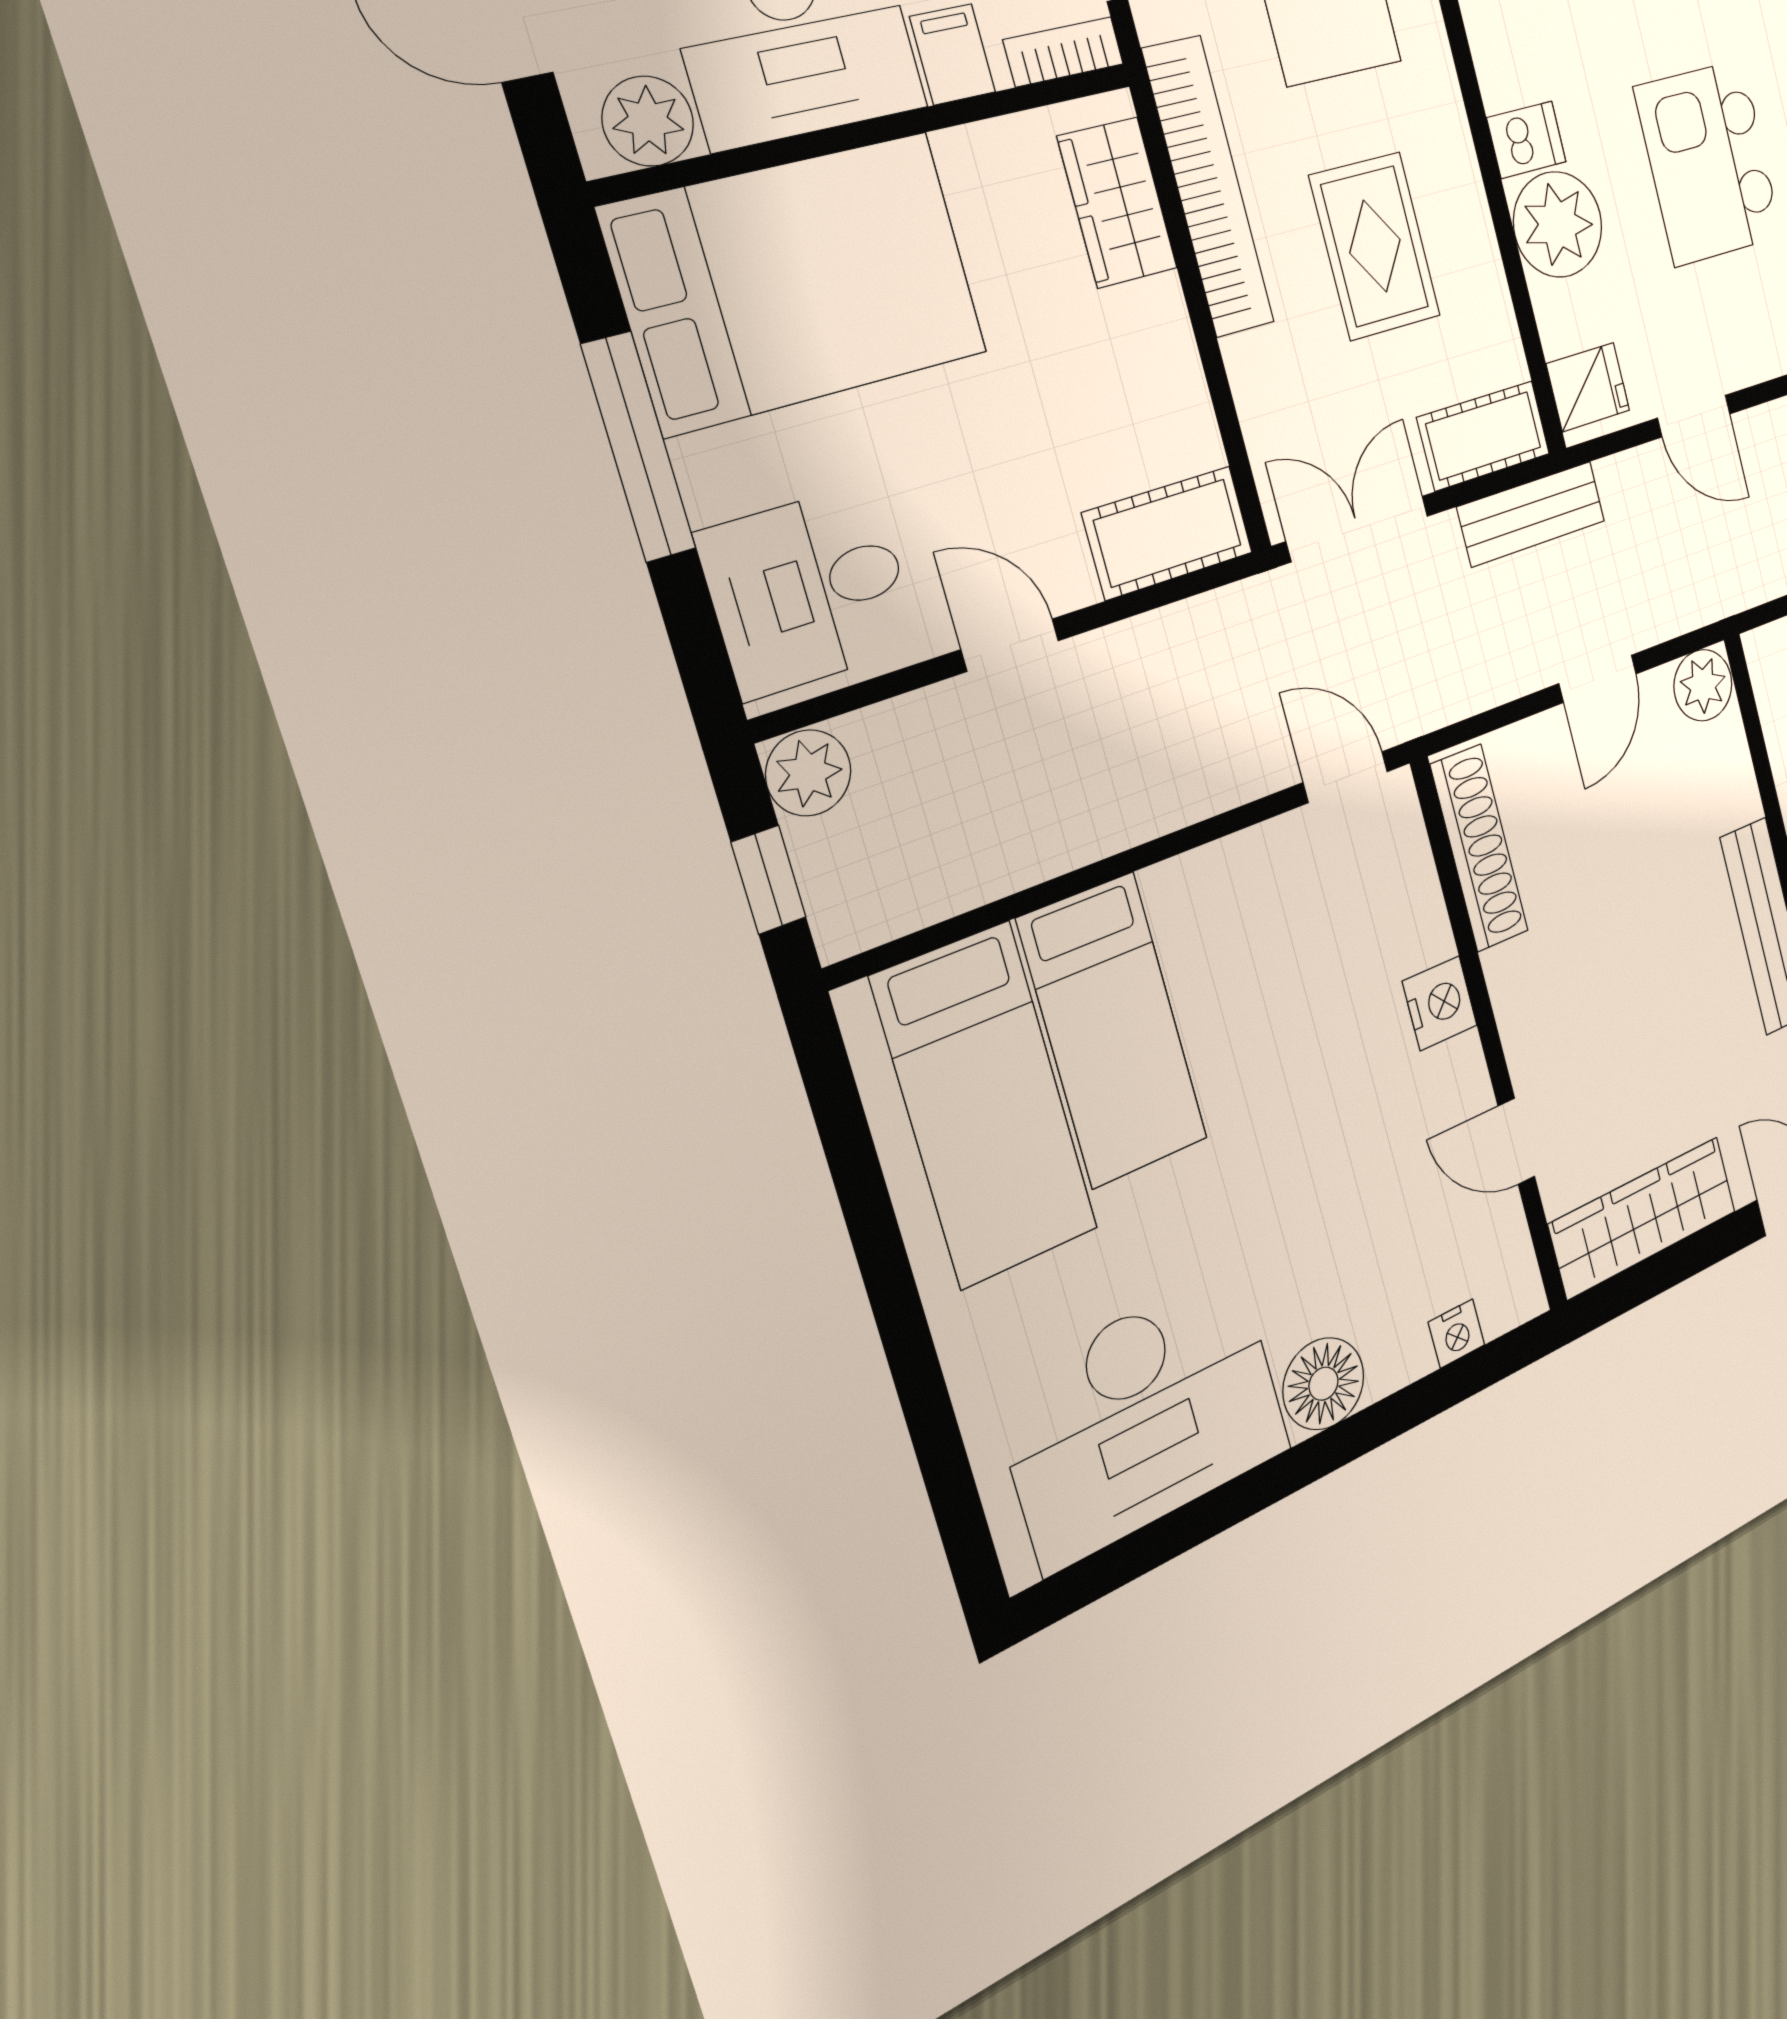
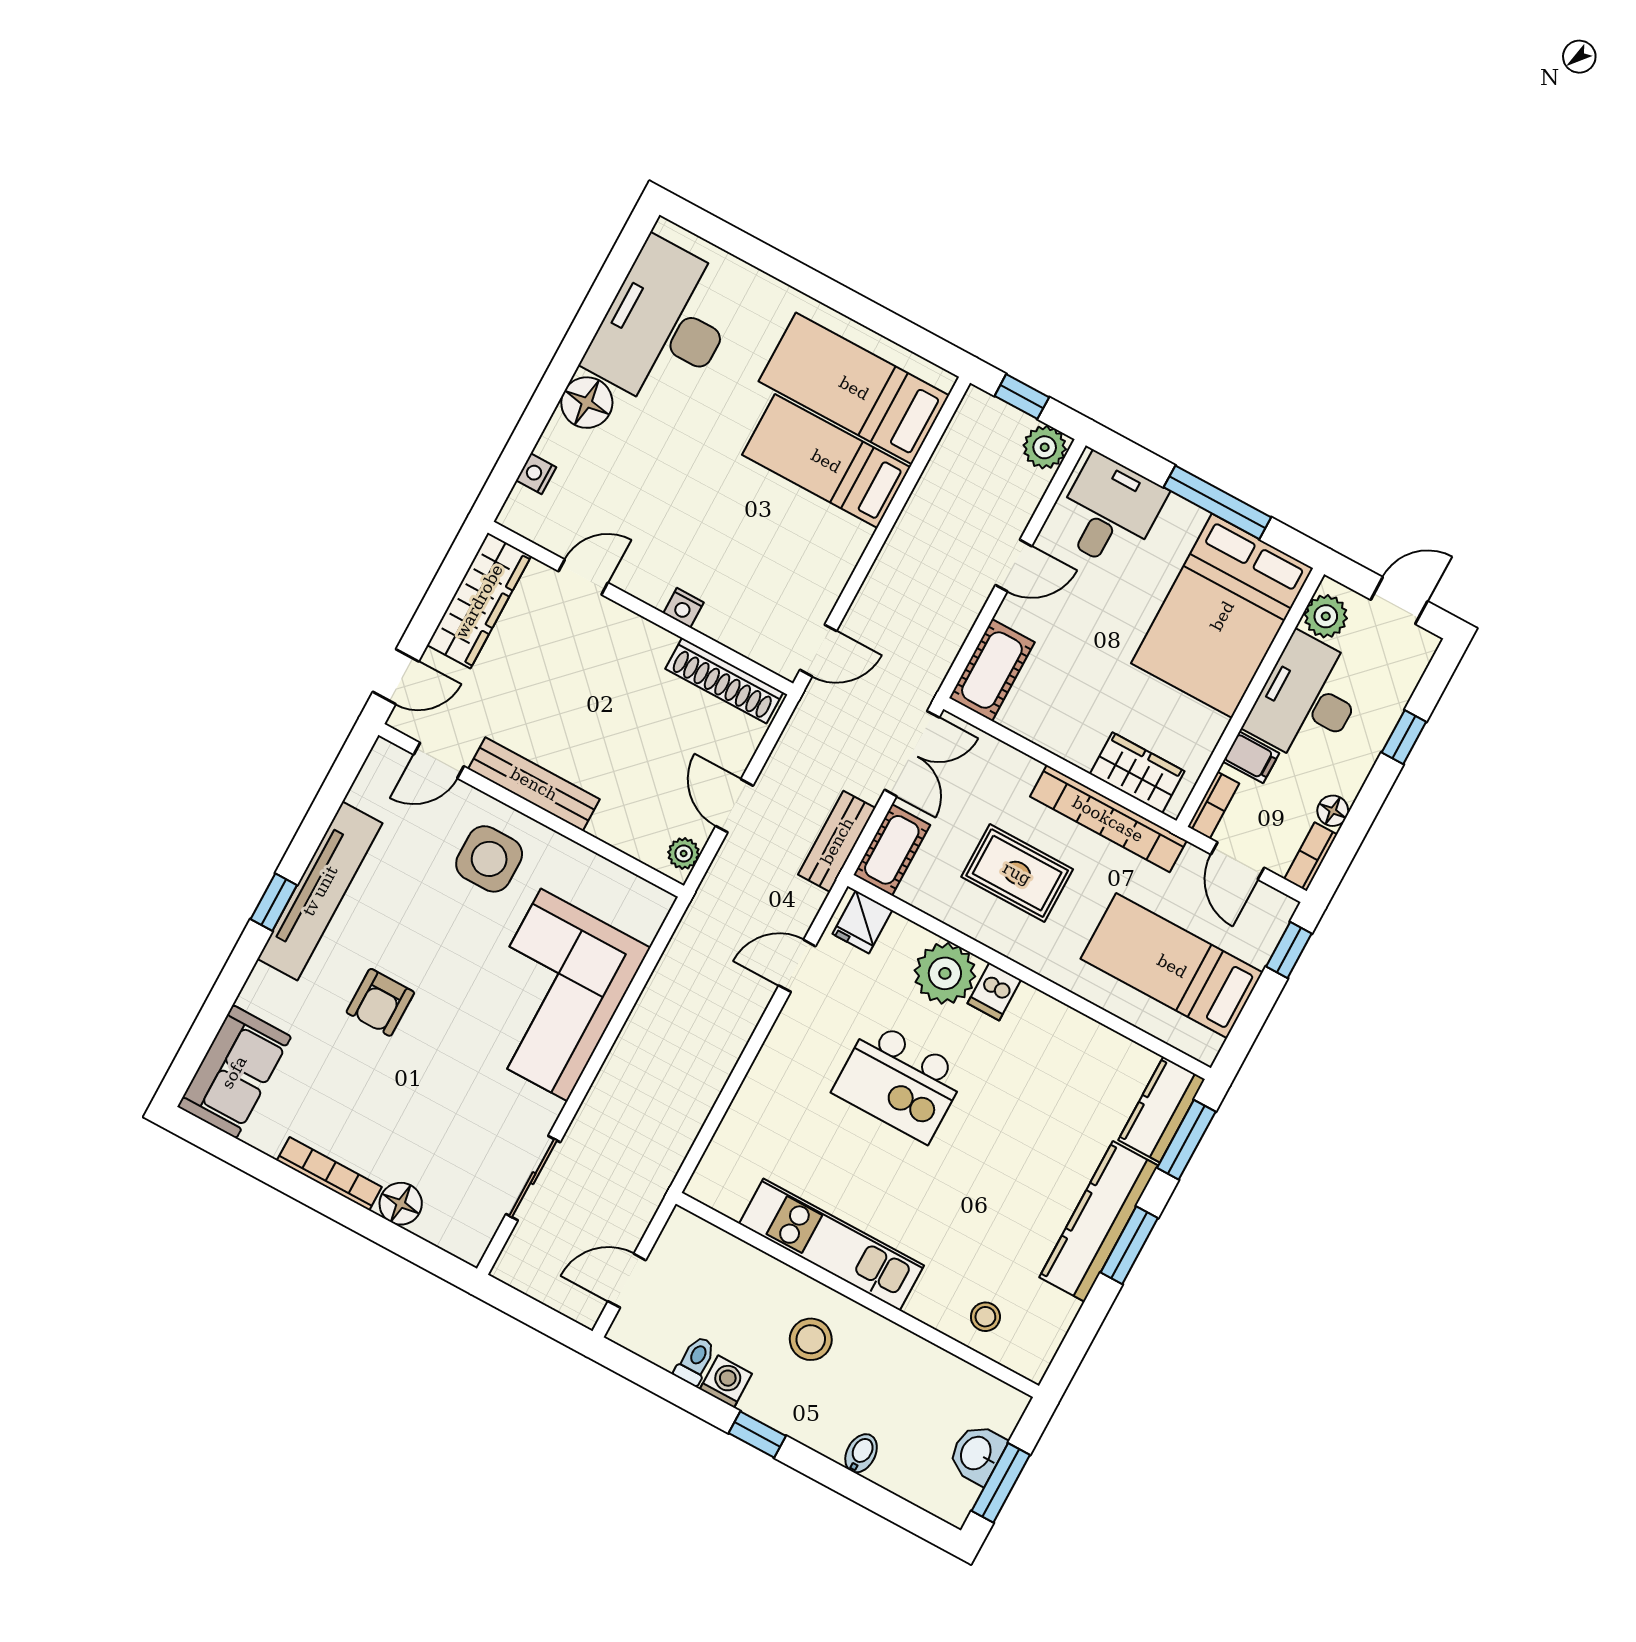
kitchen island: (1709, 163) -> (899, 1082), turned 180
plant: (1703, 685) -> (684, 854), width x0.73, depth x0.73
nightstand: (1440, 1003) -> (683, 608), width x0.72, depth x0.74

